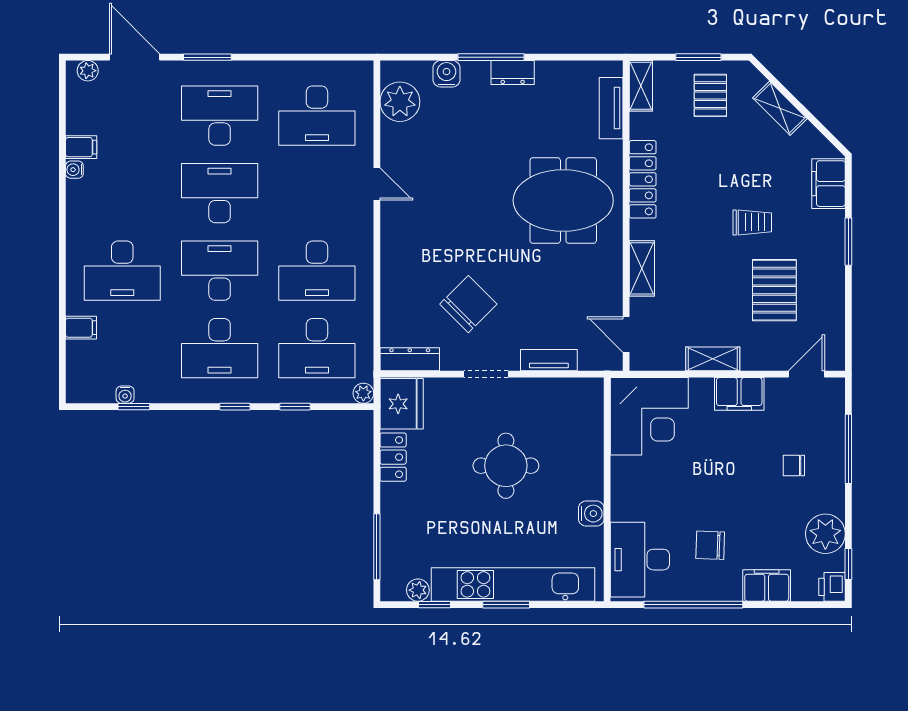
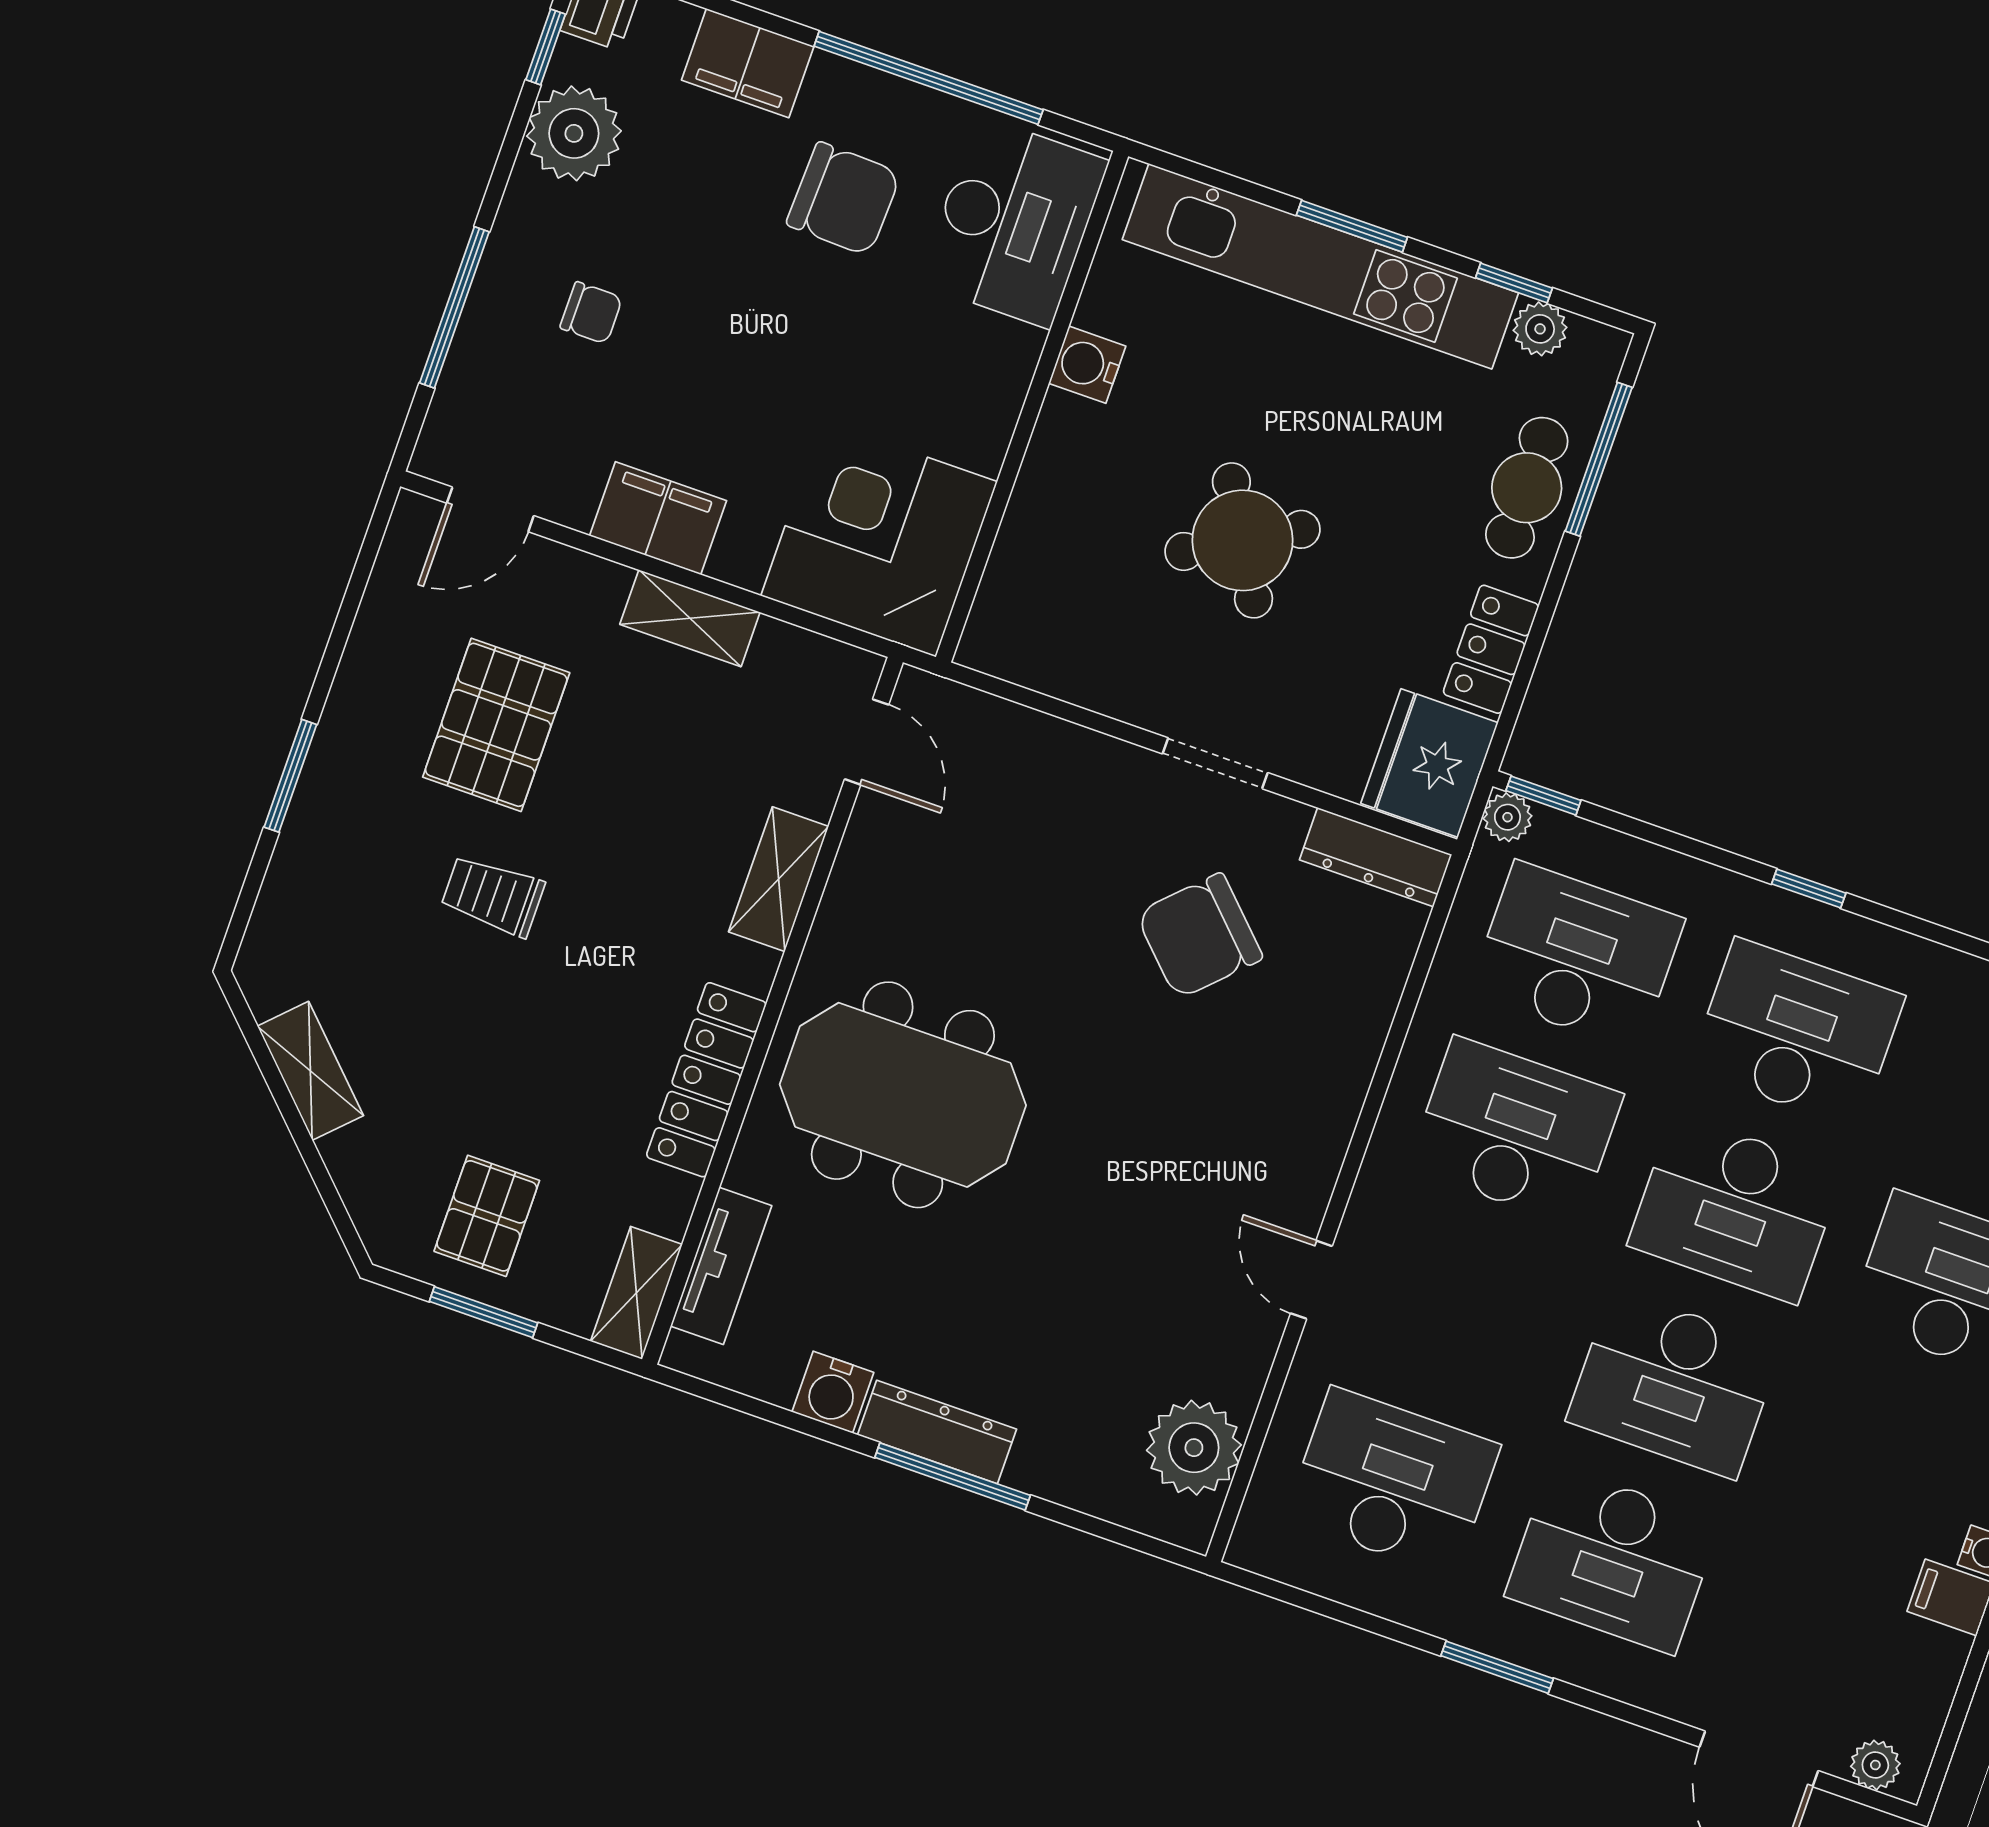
window: (207, 57) -> (1497, 1667), moved
dresser: (513, 72) -> (937, 1432), width x1.44
water cooler: (447, 74) -> (833, 1392), moved
shelving: (780, 108) -> (310, 1071), moved
filing cabinet: (829, 184) -> (289, 923), removed
tv unit: (549, 360) -> (1062, 745), removed
window: (295, 407) -> (1543, 796), moved
round table: (506, 466) -> (1242, 540), turned -30
cafe table: (401, 526) -> (1527, 488), added
chair: (710, 545) -> (844, 199), width x1.37, depth x1.37

